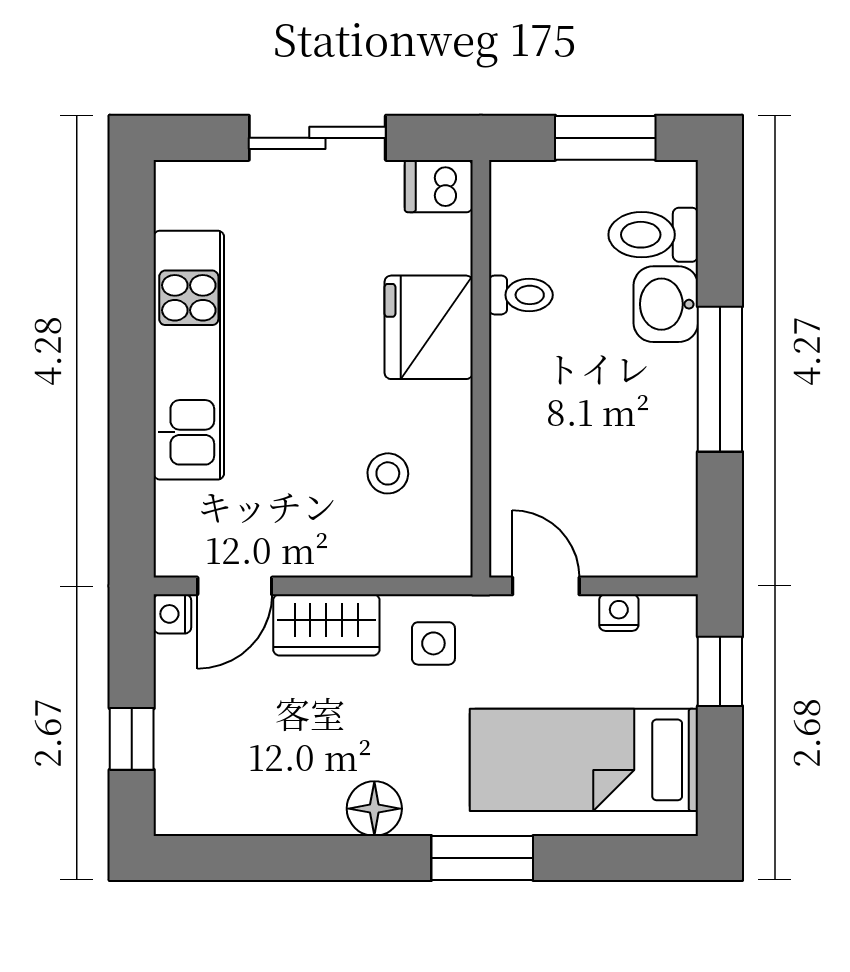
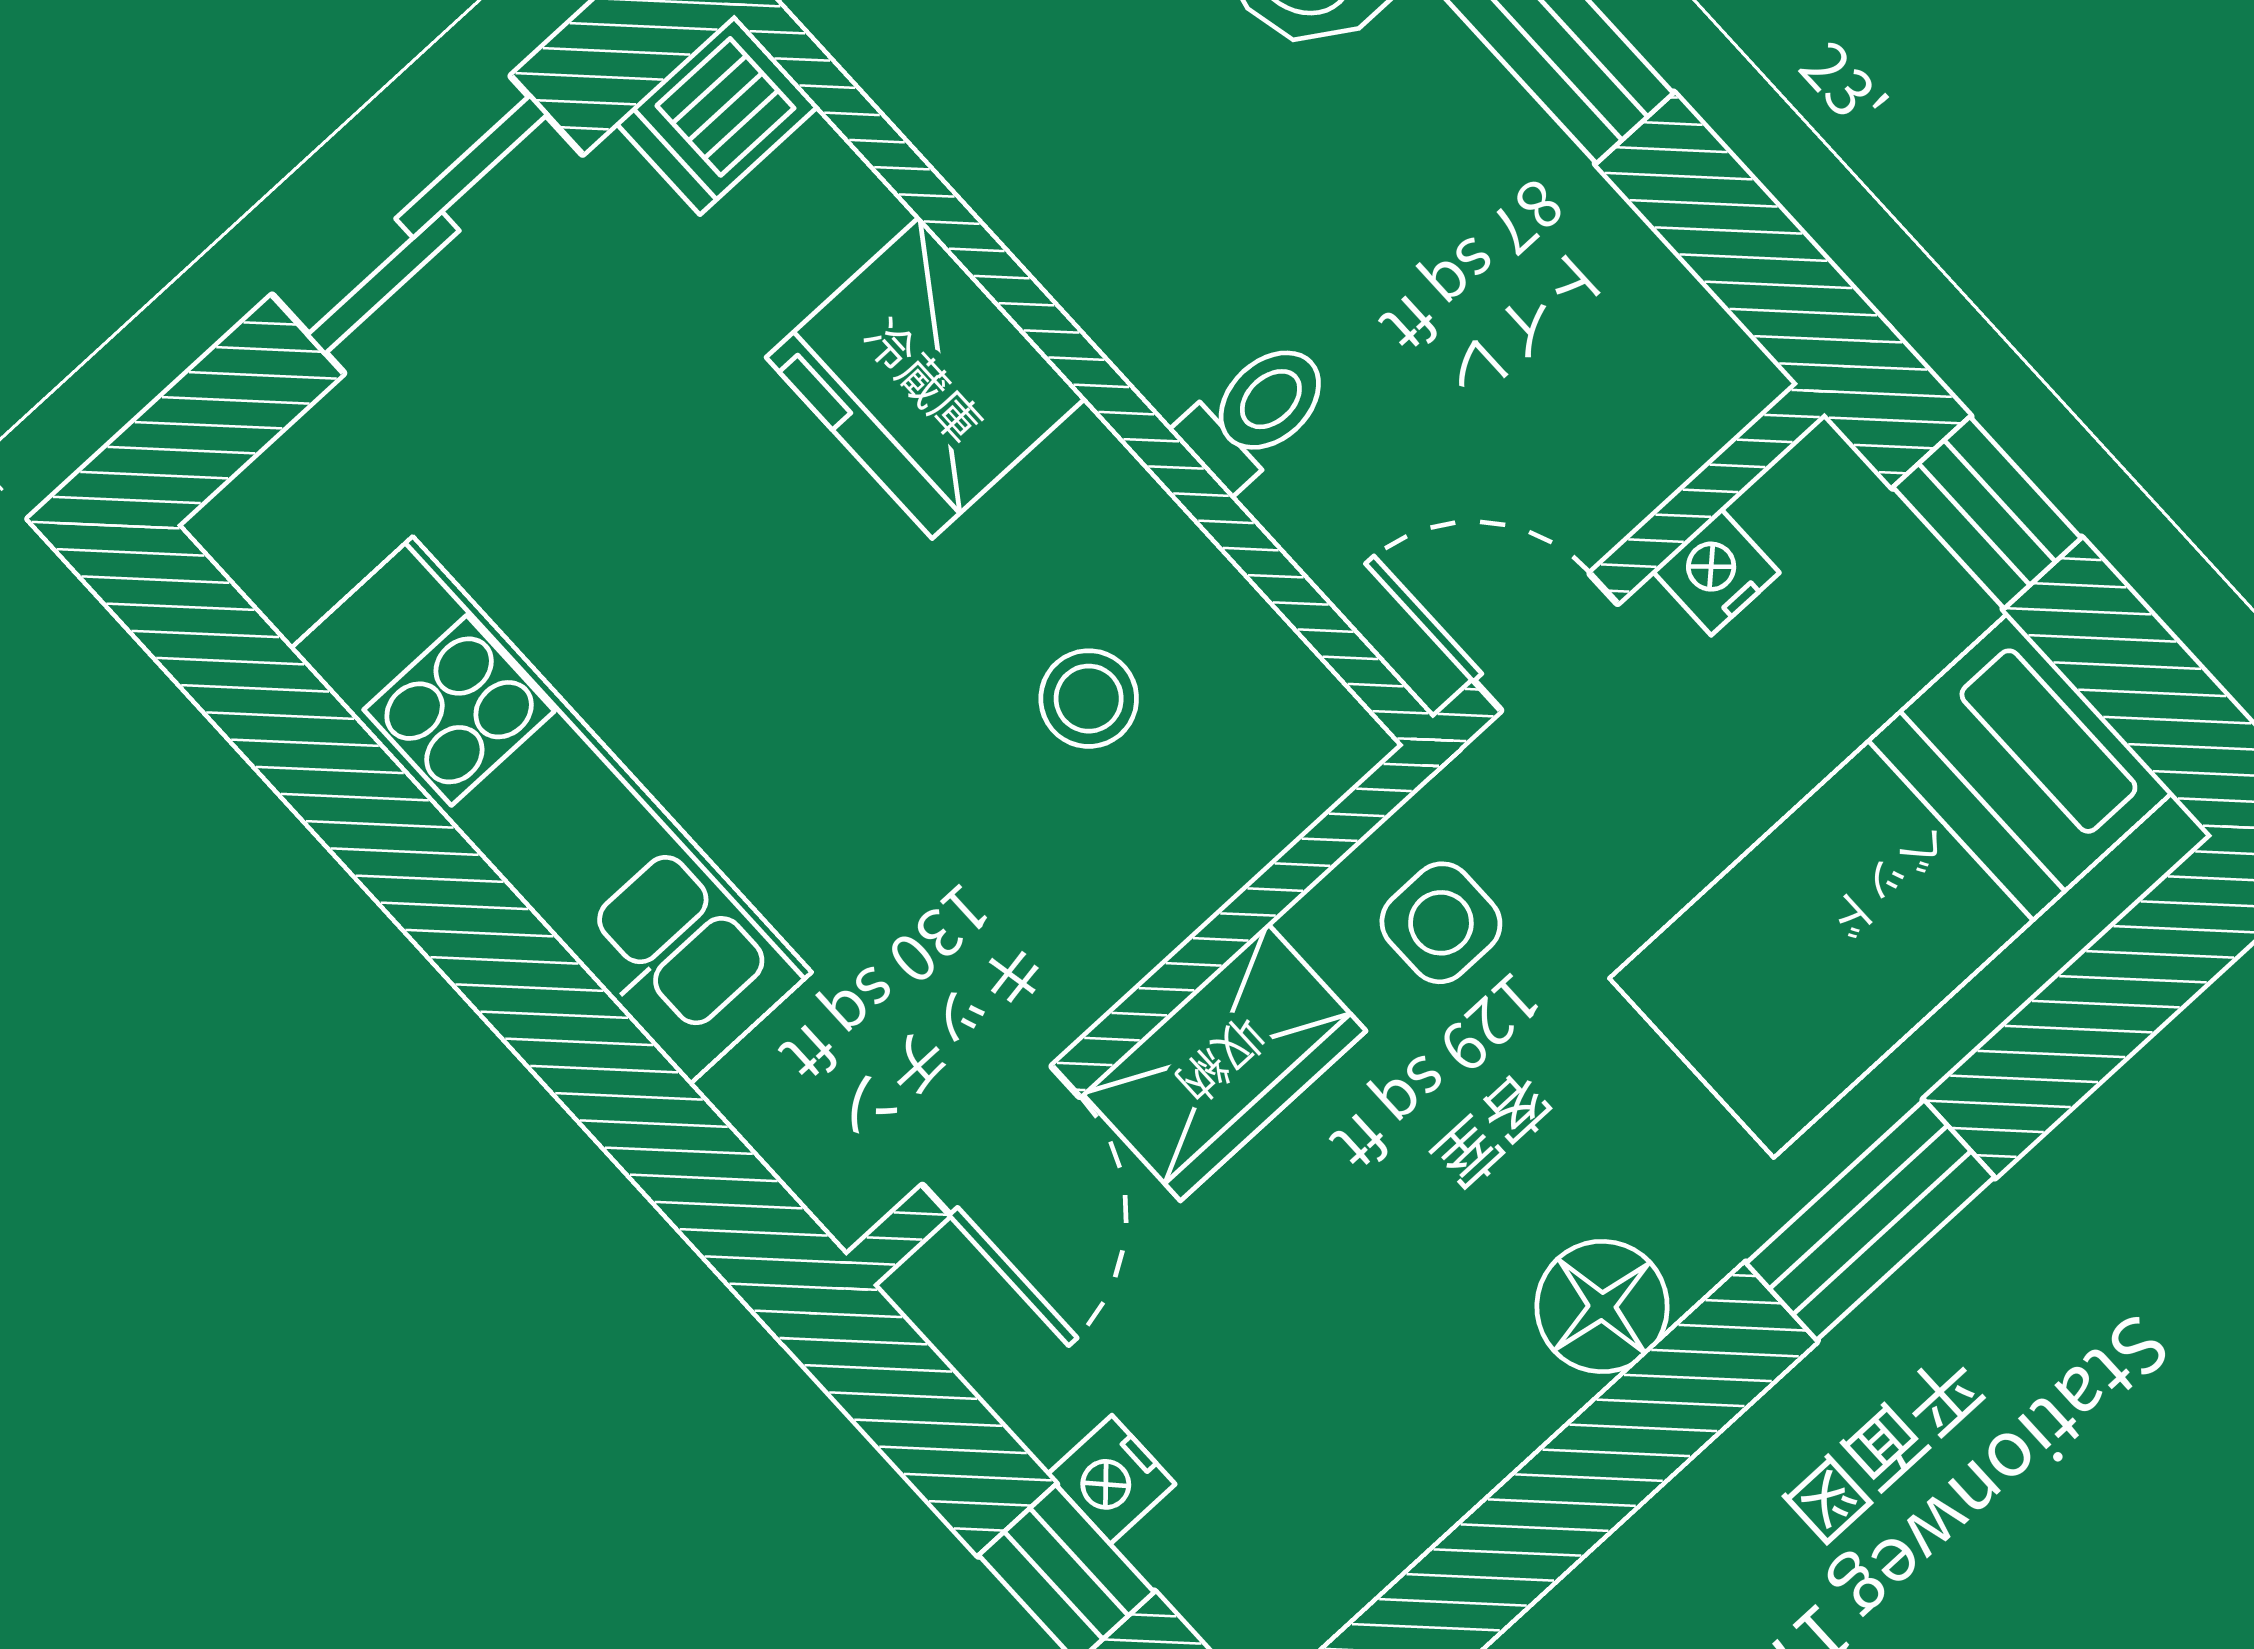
toilet: (521, 295) -> (1255, 413), moved
nightstand: (172, 614) -> (1111, 1480), moved

